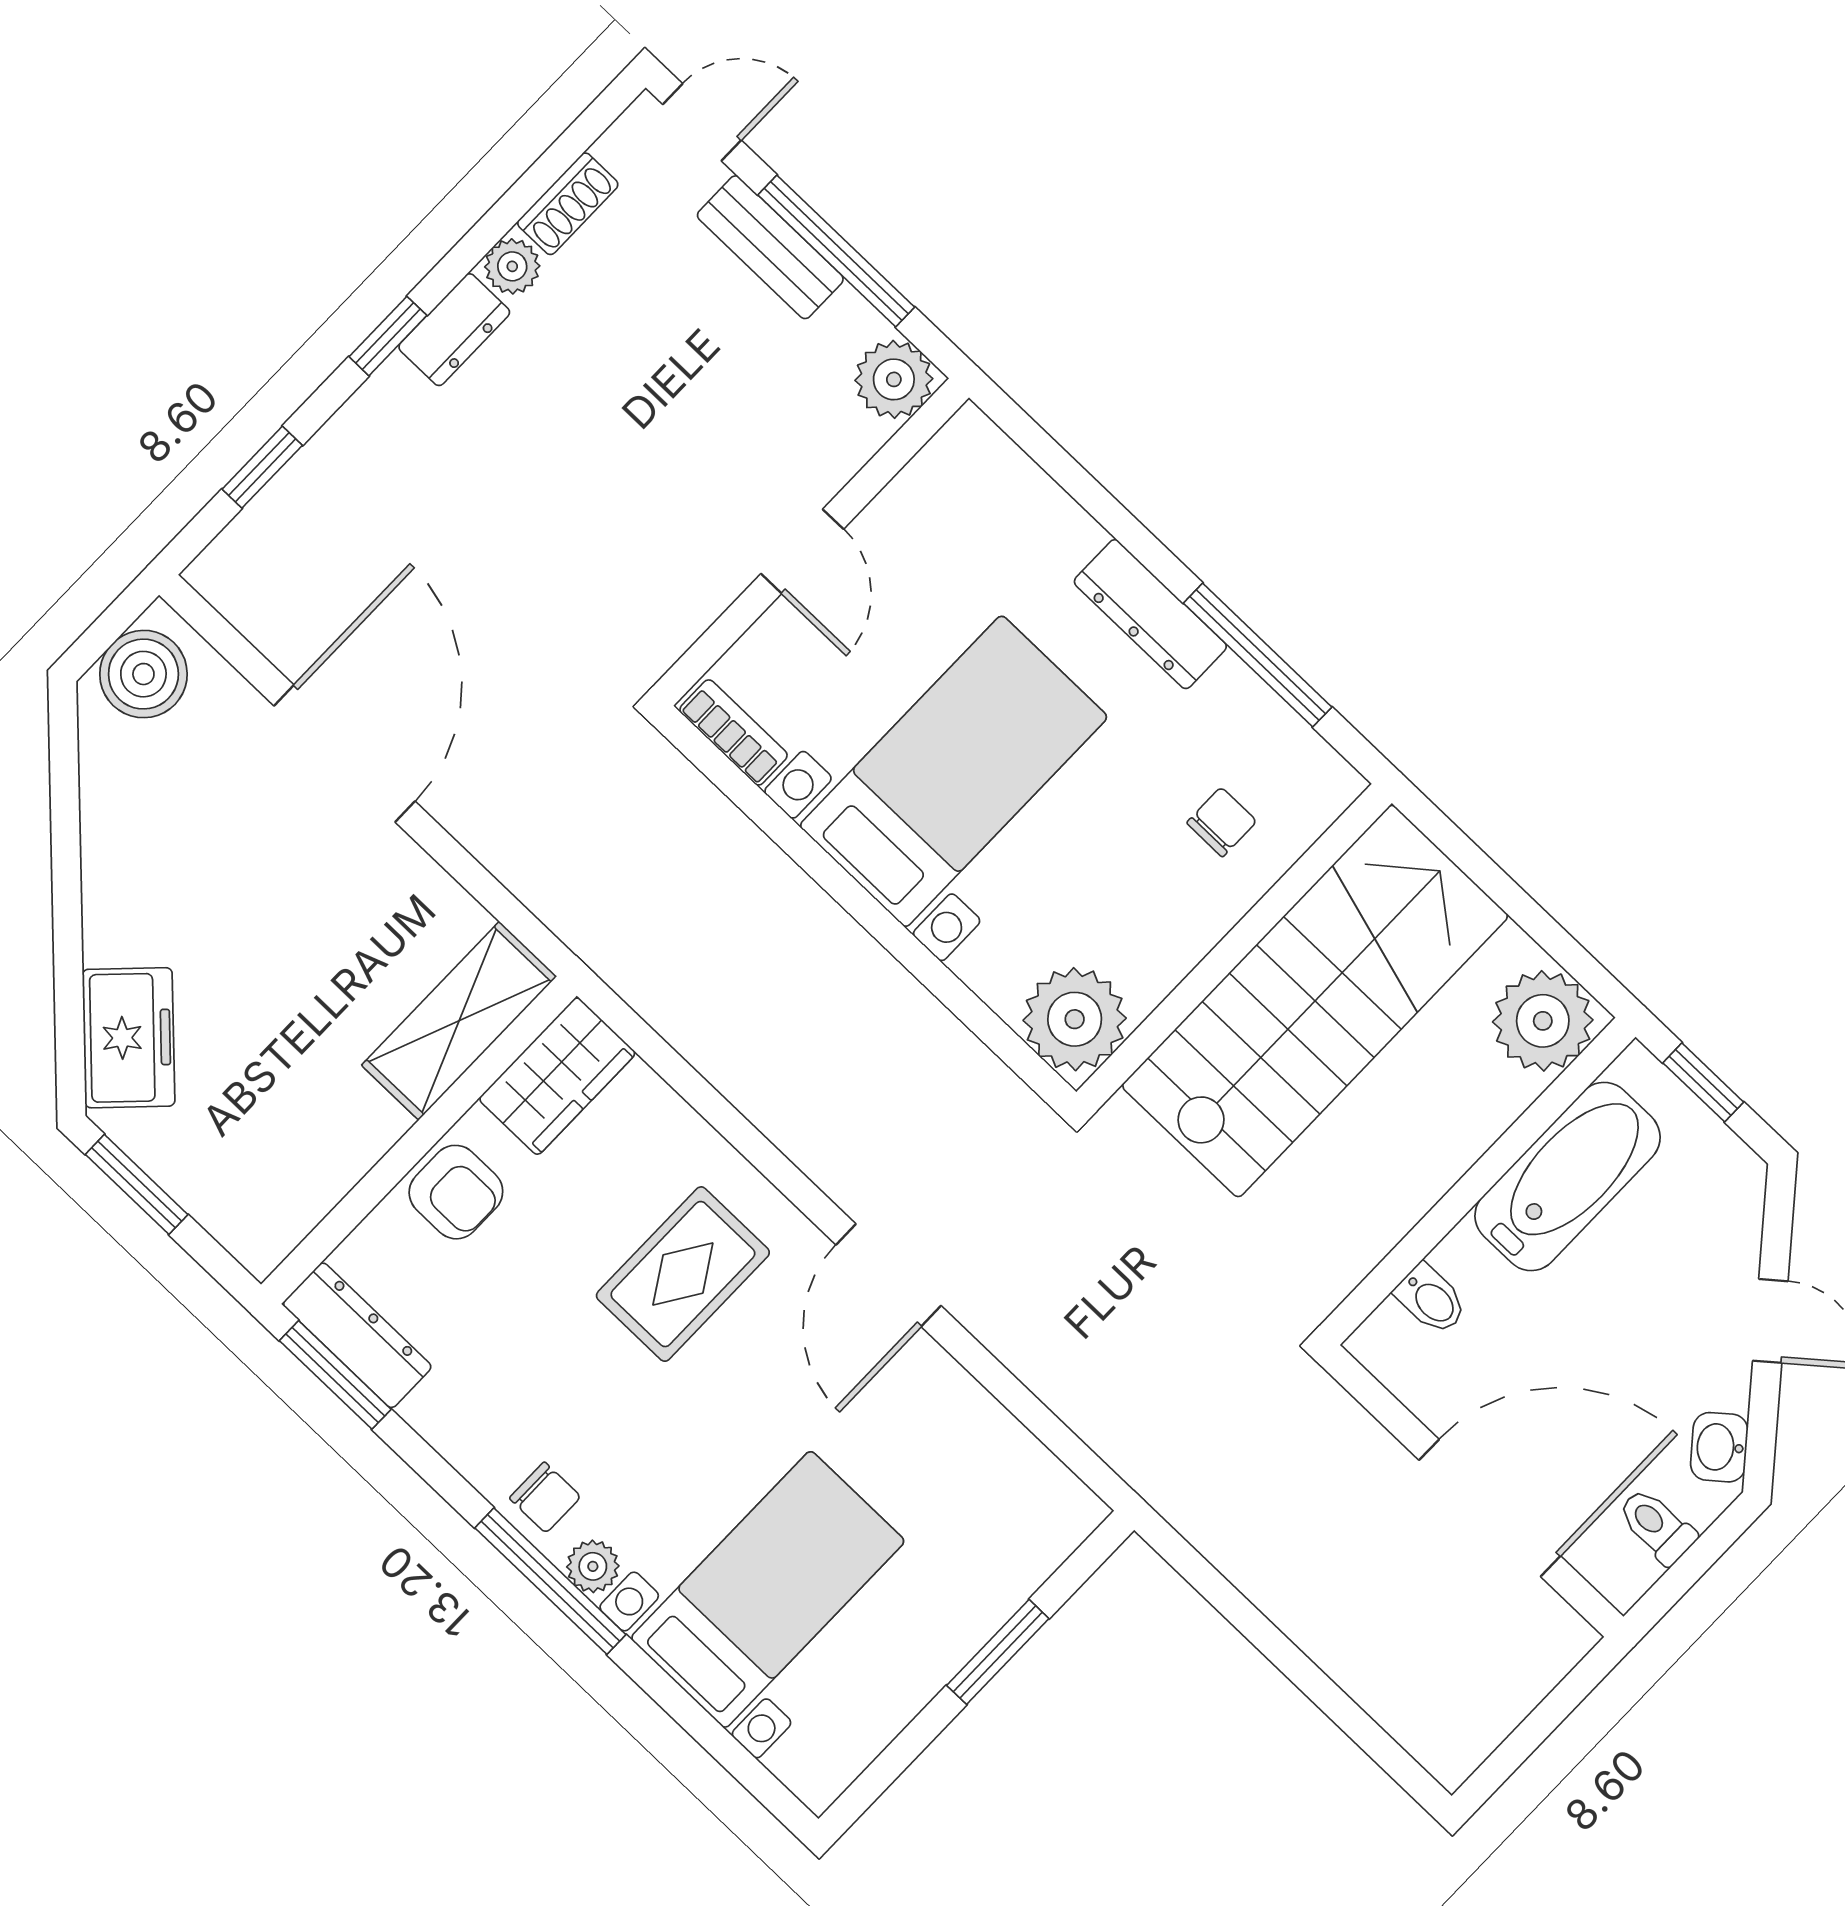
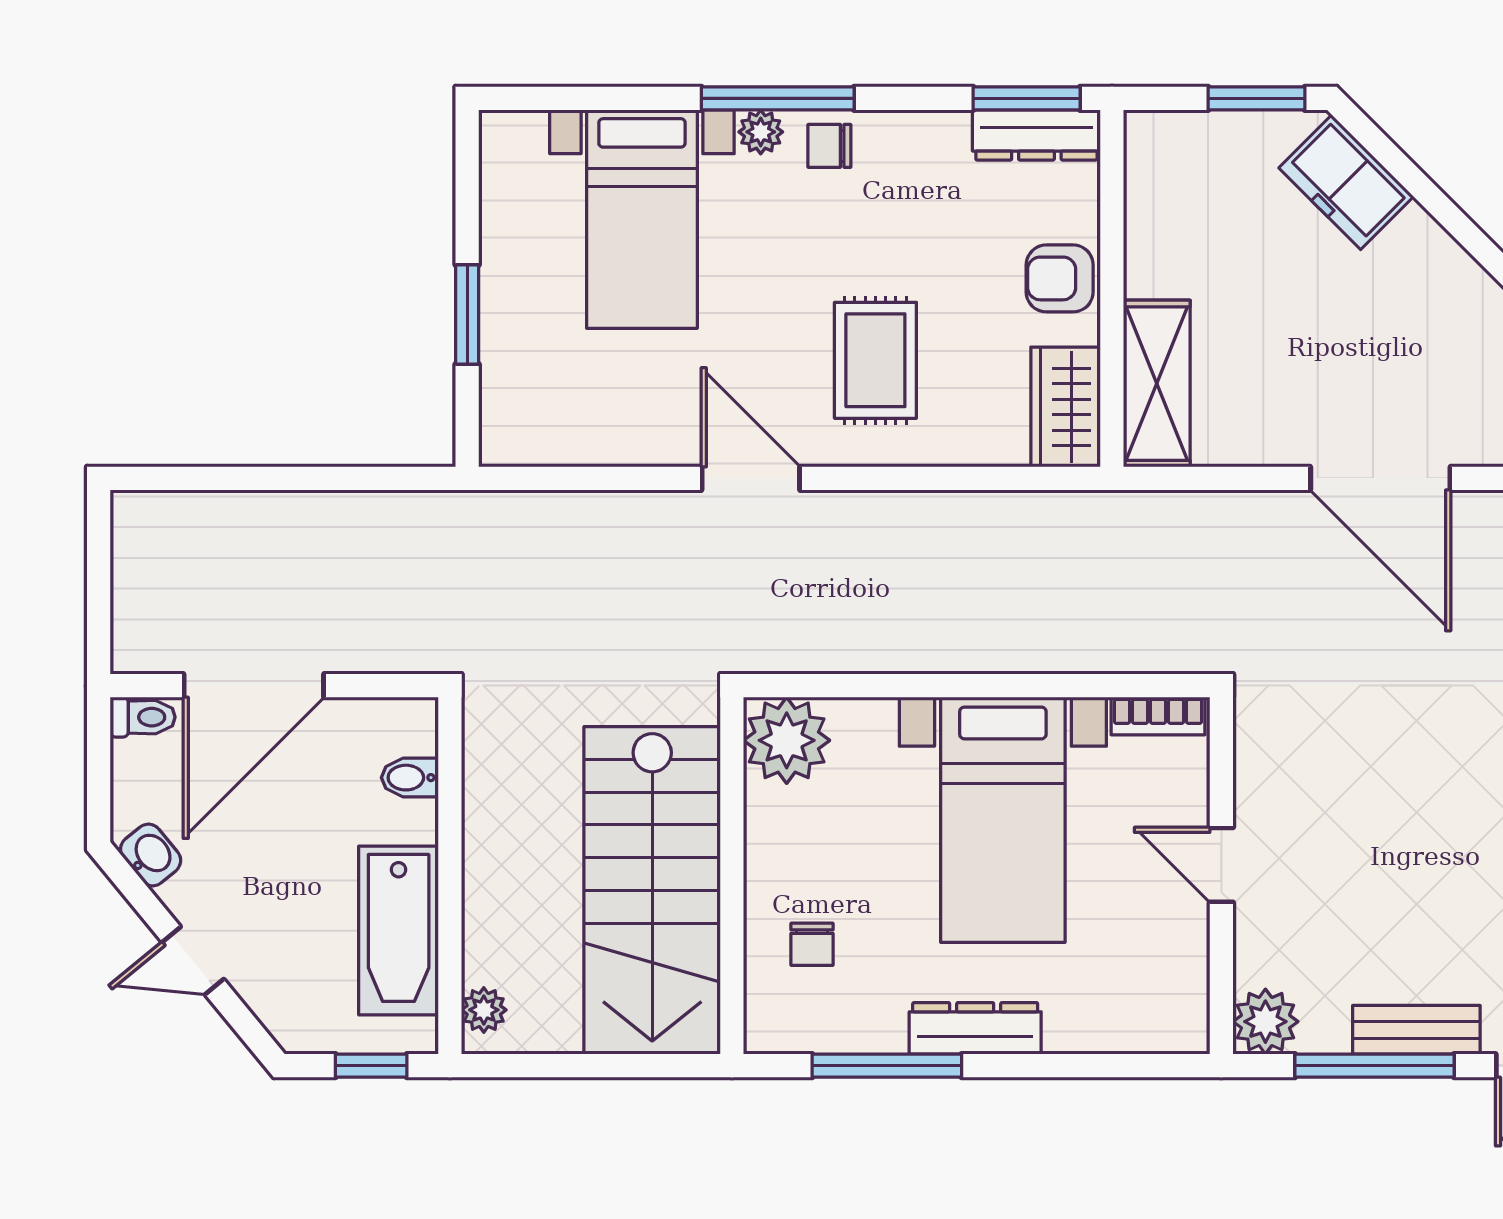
plant: (1543, 1021) -> (484, 1010), width x0.53, depth x0.53
toilet: (1657, 1526) -> (143, 717), moved

